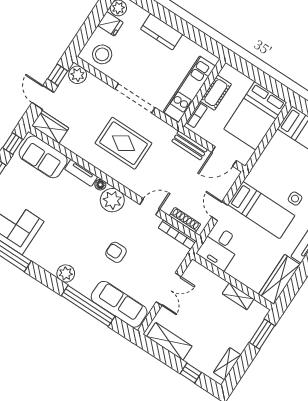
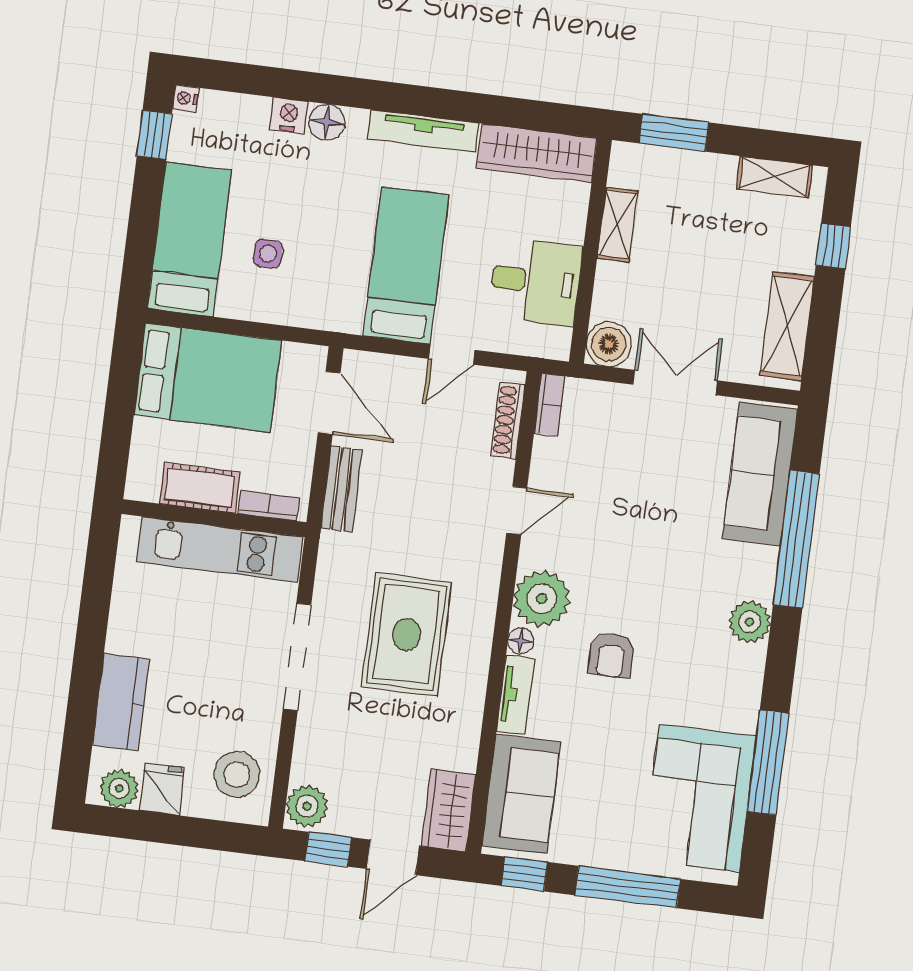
kitchen counter: (162, 32) -> (121, 702), moved
side table: (295, 199) -> (268, 254), moved
door: (150, 207) -> (517, 511), swing flipped
bookcase: (177, 235) -> (550, 405), width x0.64
desk: (220, 247) -> (535, 281), moved
armchair: (116, 252) -> (611, 655), moved
boiler: (195, 271) -> (609, 344), added

